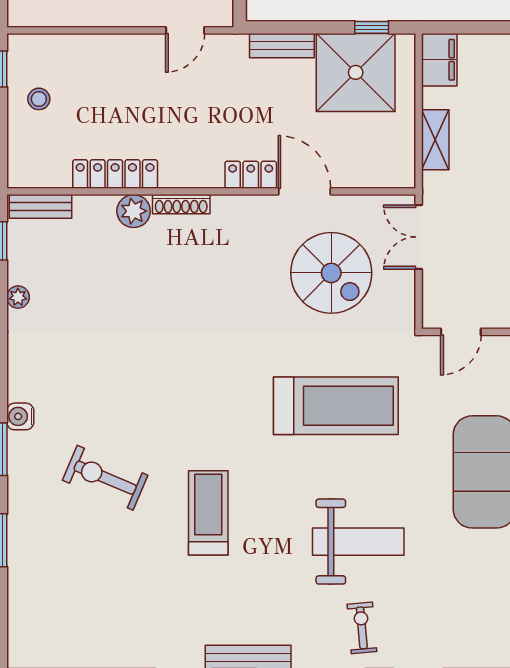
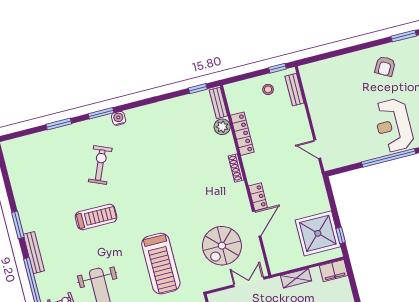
bench: (282, 46) -> (294, 90), moved
plant: (134, 211) -> (222, 127), moved
plant: (18, 297) -> (174, 103), removed

